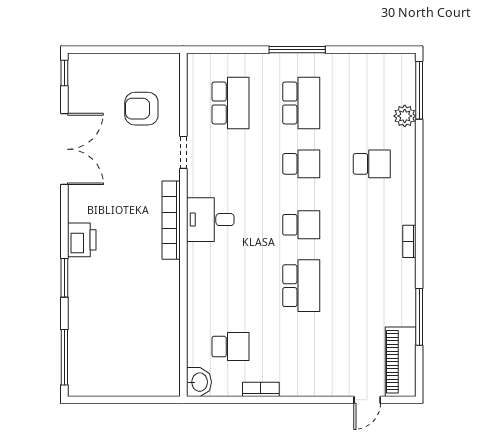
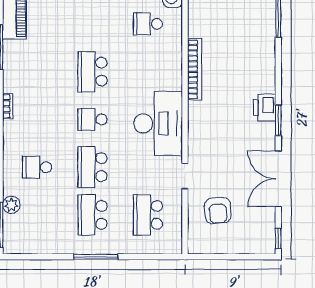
armchair: (141, 109) -> (218, 210), turned 86
school desk: (301, 164) -> (93, 167), width x1.85
bookcase: (171, 220) -> (195, 69), moved
desk: (210, 220) -> (158, 123), width x1.87, depth x1.30
window: (64, 278) -> (278, 120), moved

